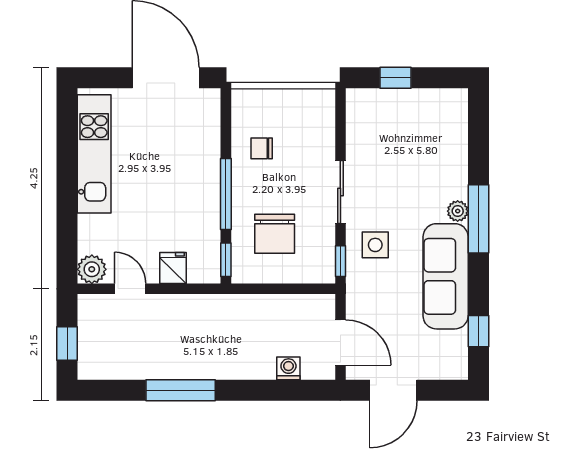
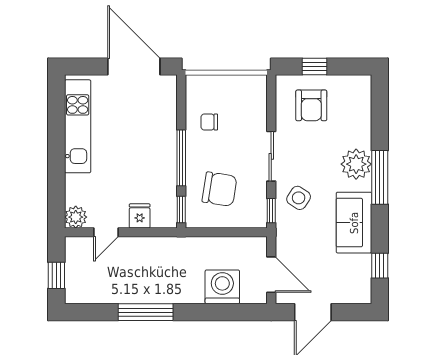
armchair: (391, 127) -> (311, 105), added
plant: (458, 211) -> (356, 164), width x1.87, depth x1.87
chair: (275, 234) -> (219, 189), turned -81
side table: (375, 245) -> (299, 198), turned 33
sofa: (446, 276) -> (354, 223), width x0.73
door: (130, 289) -> (106, 232), swing flipped
washing machine: (288, 368) -> (222, 287), width x1.89, depth x1.89

